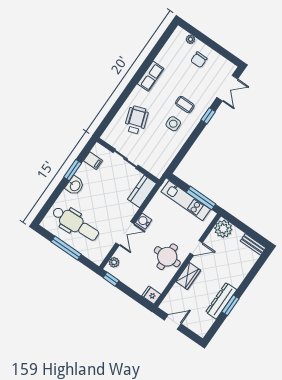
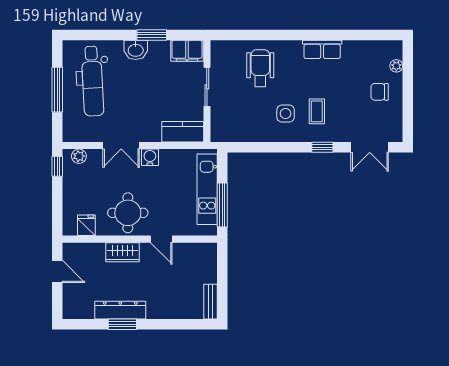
wheelchair: (136, 120) -> (260, 68), turned -71
filing cabinet: (93, 161) -> (187, 51), width x2.00
plant: (223, 229) -> (205, 255), removed
fridge: (151, 295) -> (86, 225), moved

